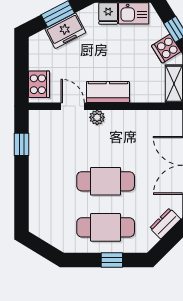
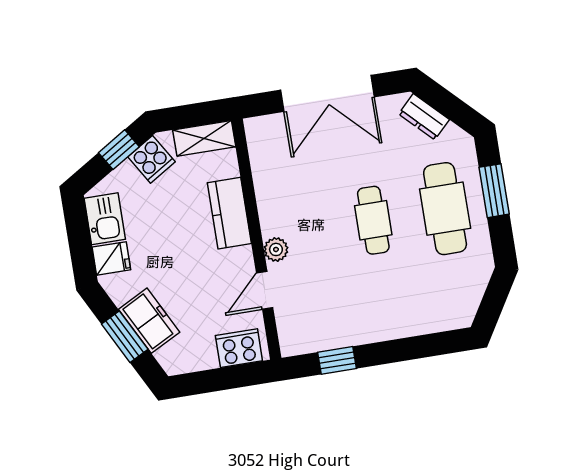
kitchen counter: (108, 92) -> (229, 213), moved
cafe table: (106, 181) -> (373, 220), width x0.73, depth x0.74
window: (112, 260) -> (494, 191), width x1.50

